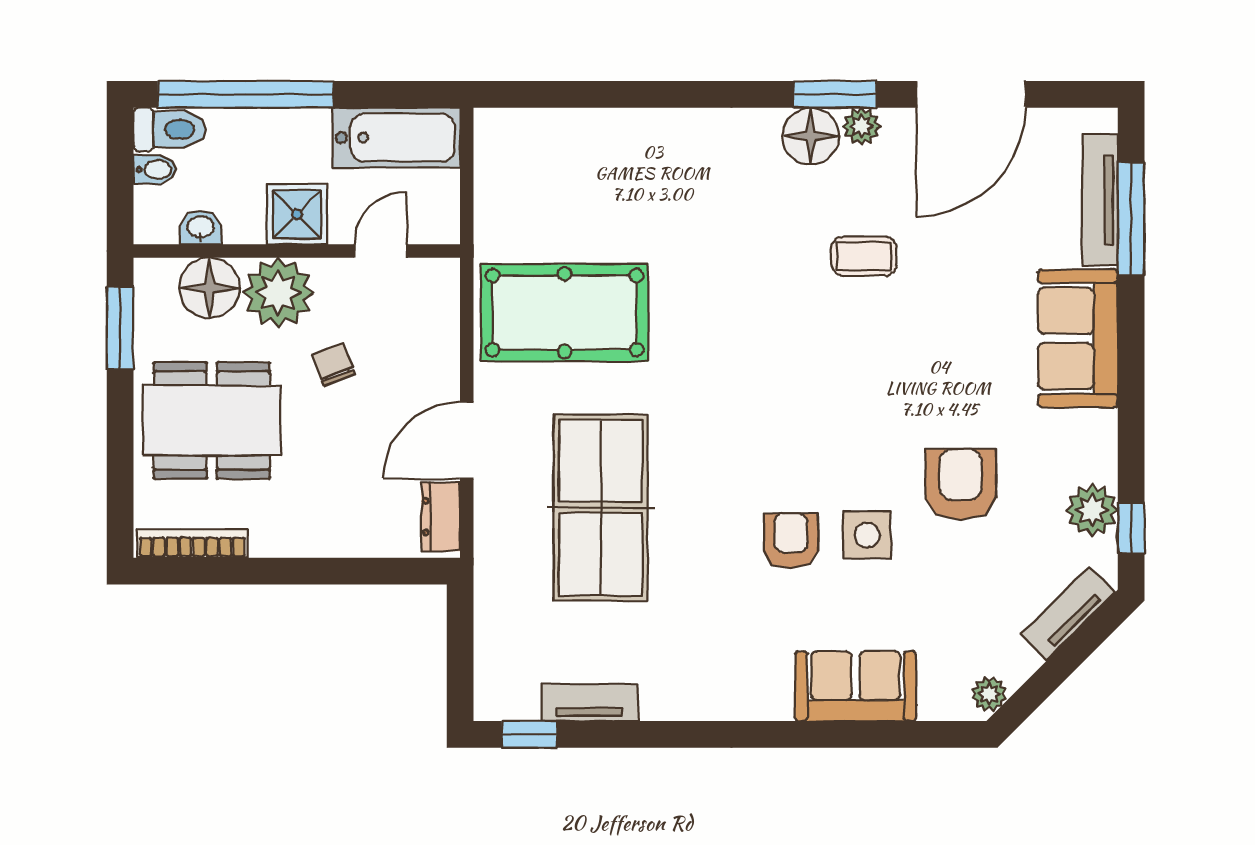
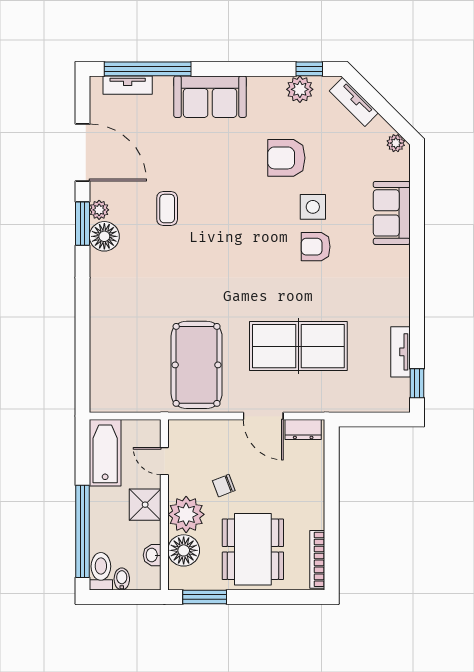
tv unit: (1100, 200) -> (128, 85), width x0.71
window: (1131, 219) -> (148, 69), width x1.46

